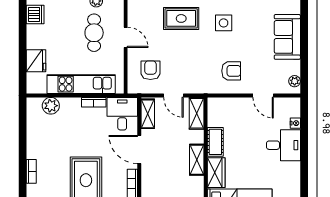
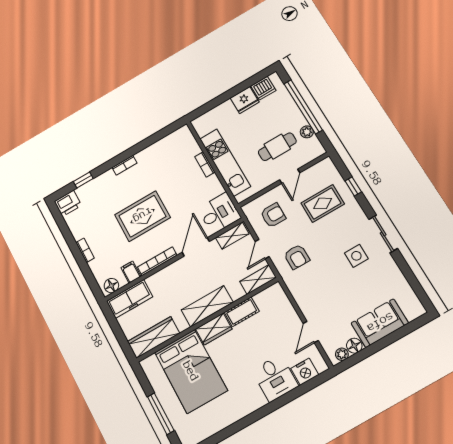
rug: (181, 18) -> (323, 203), moved, turned 90
fridge: (36, 61) -> (245, 100), moved
floor lamp: (293, 67) -> (354, 346), added
armchair: (231, 71) -> (297, 257), moved
bookcase: (94, 102) -> (205, 164), moved
plant: (51, 106) -> (191, 148), removed
nightstand: (295, 123) -> (305, 372), width x1.89, depth x1.79
shelving: (197, 160) -> (207, 306), width x1.50, depth x1.33

